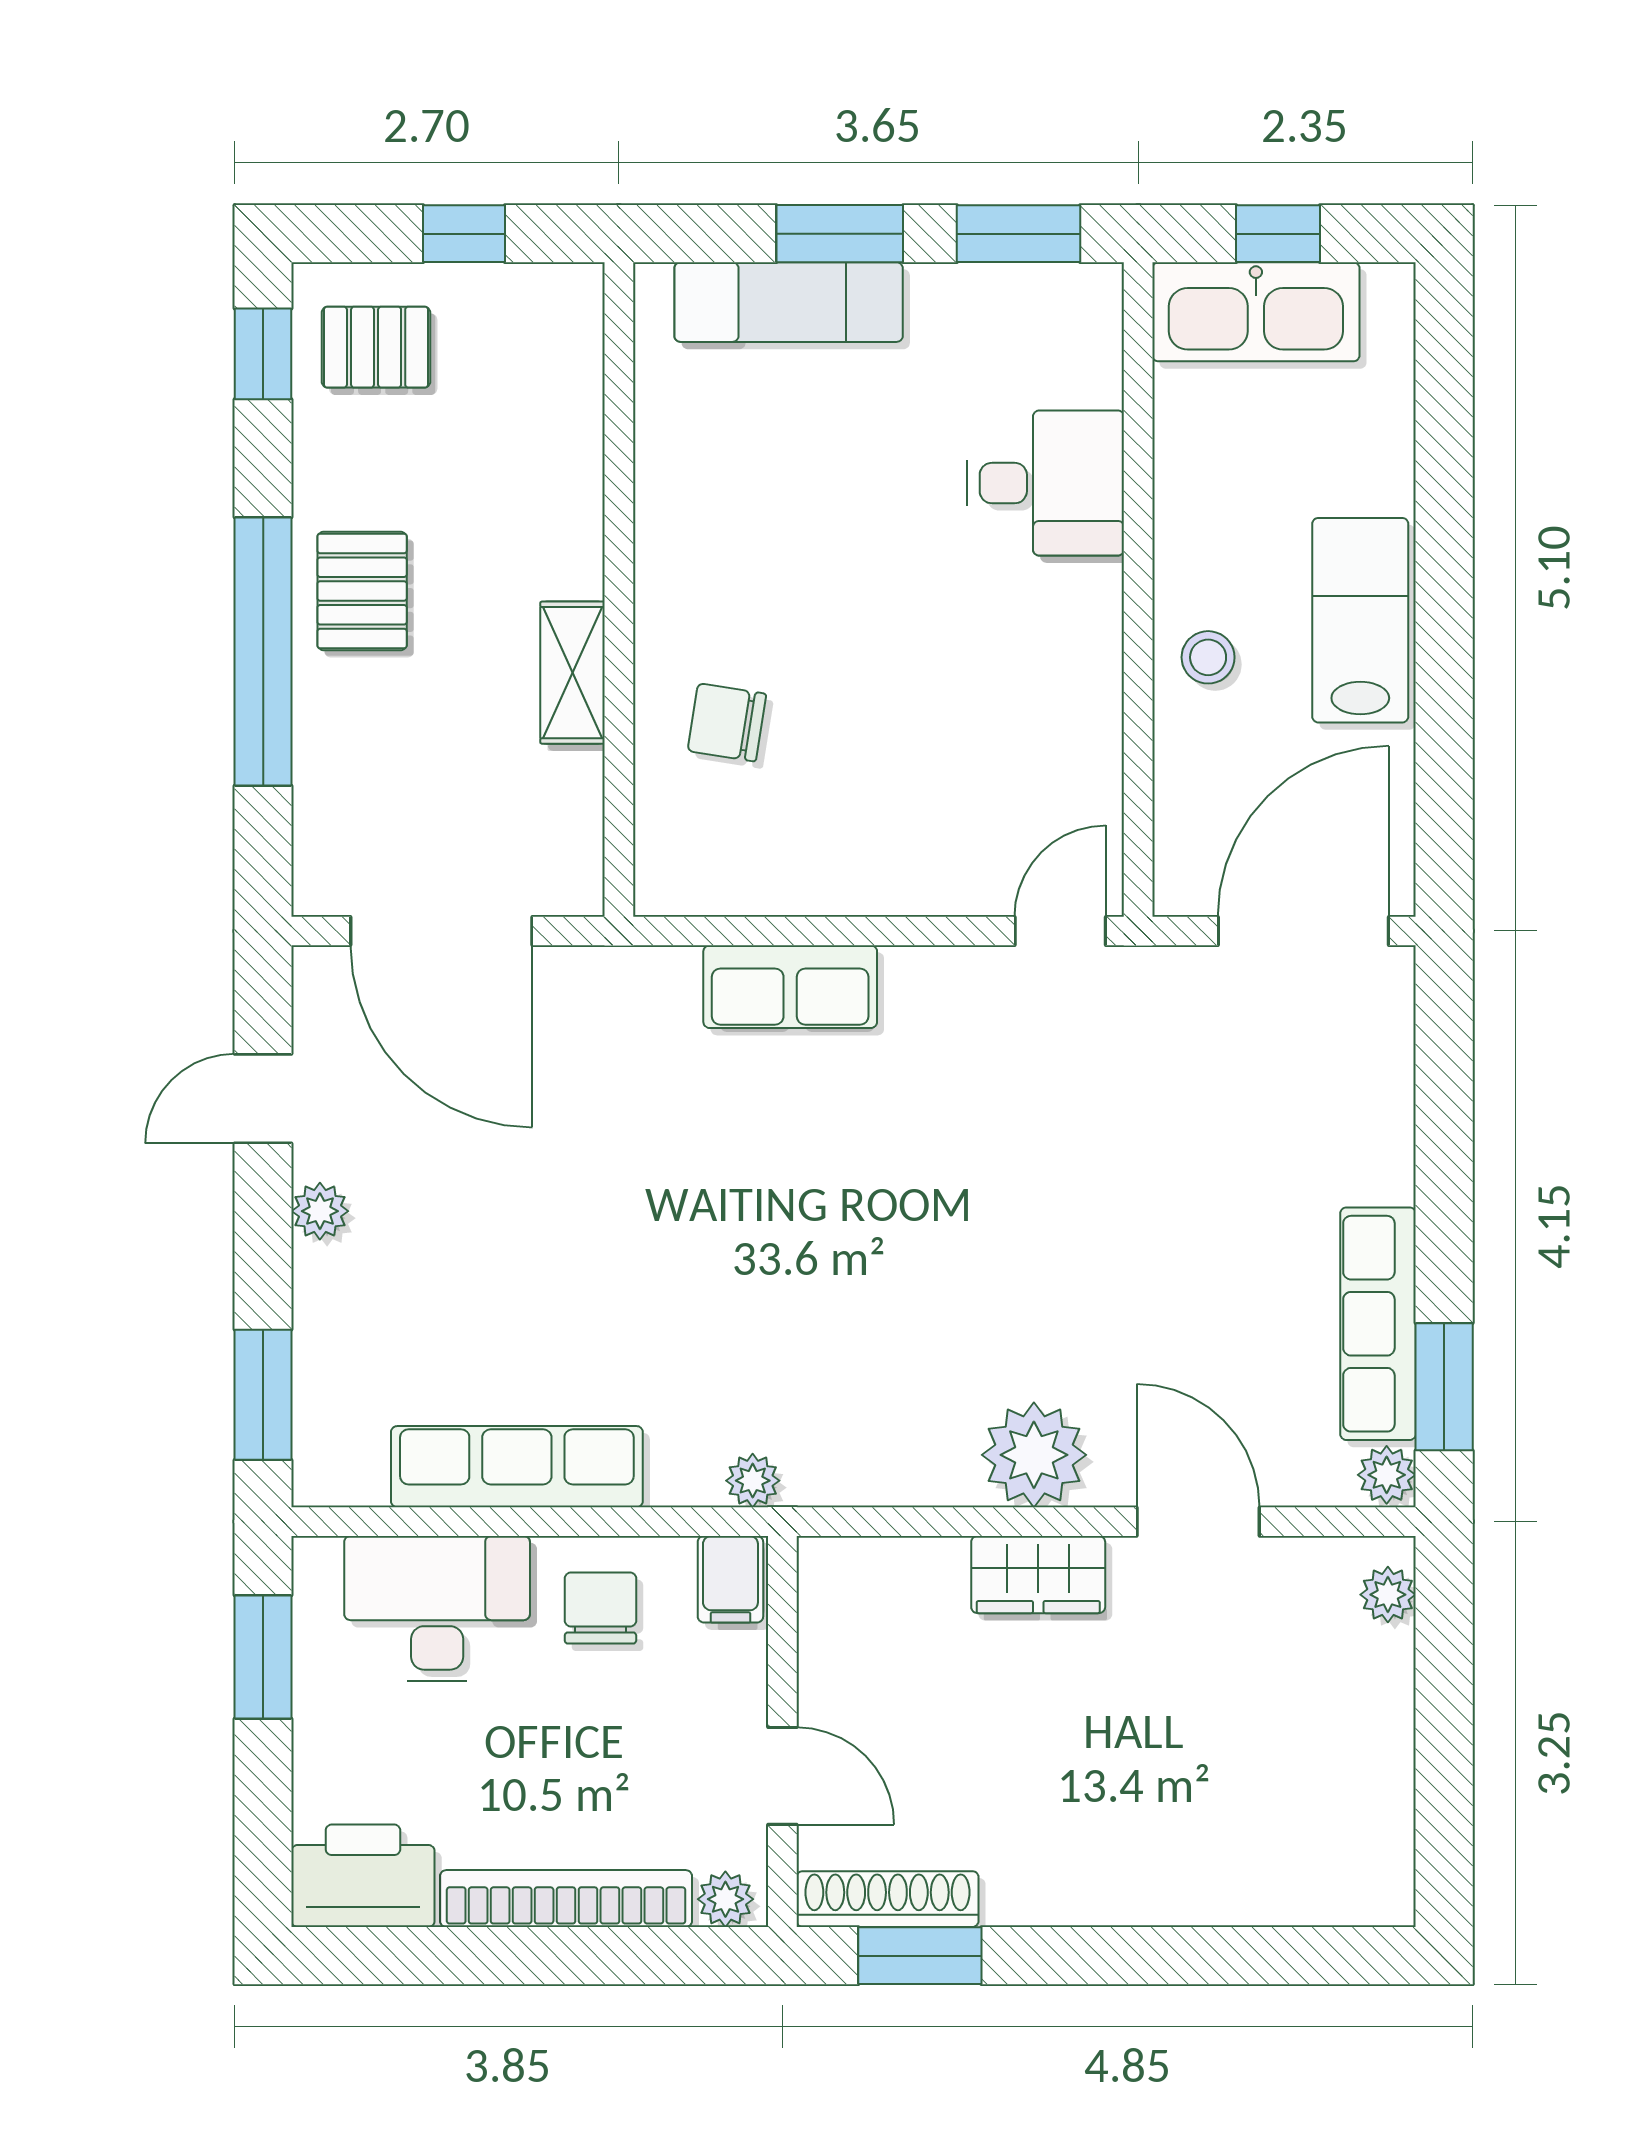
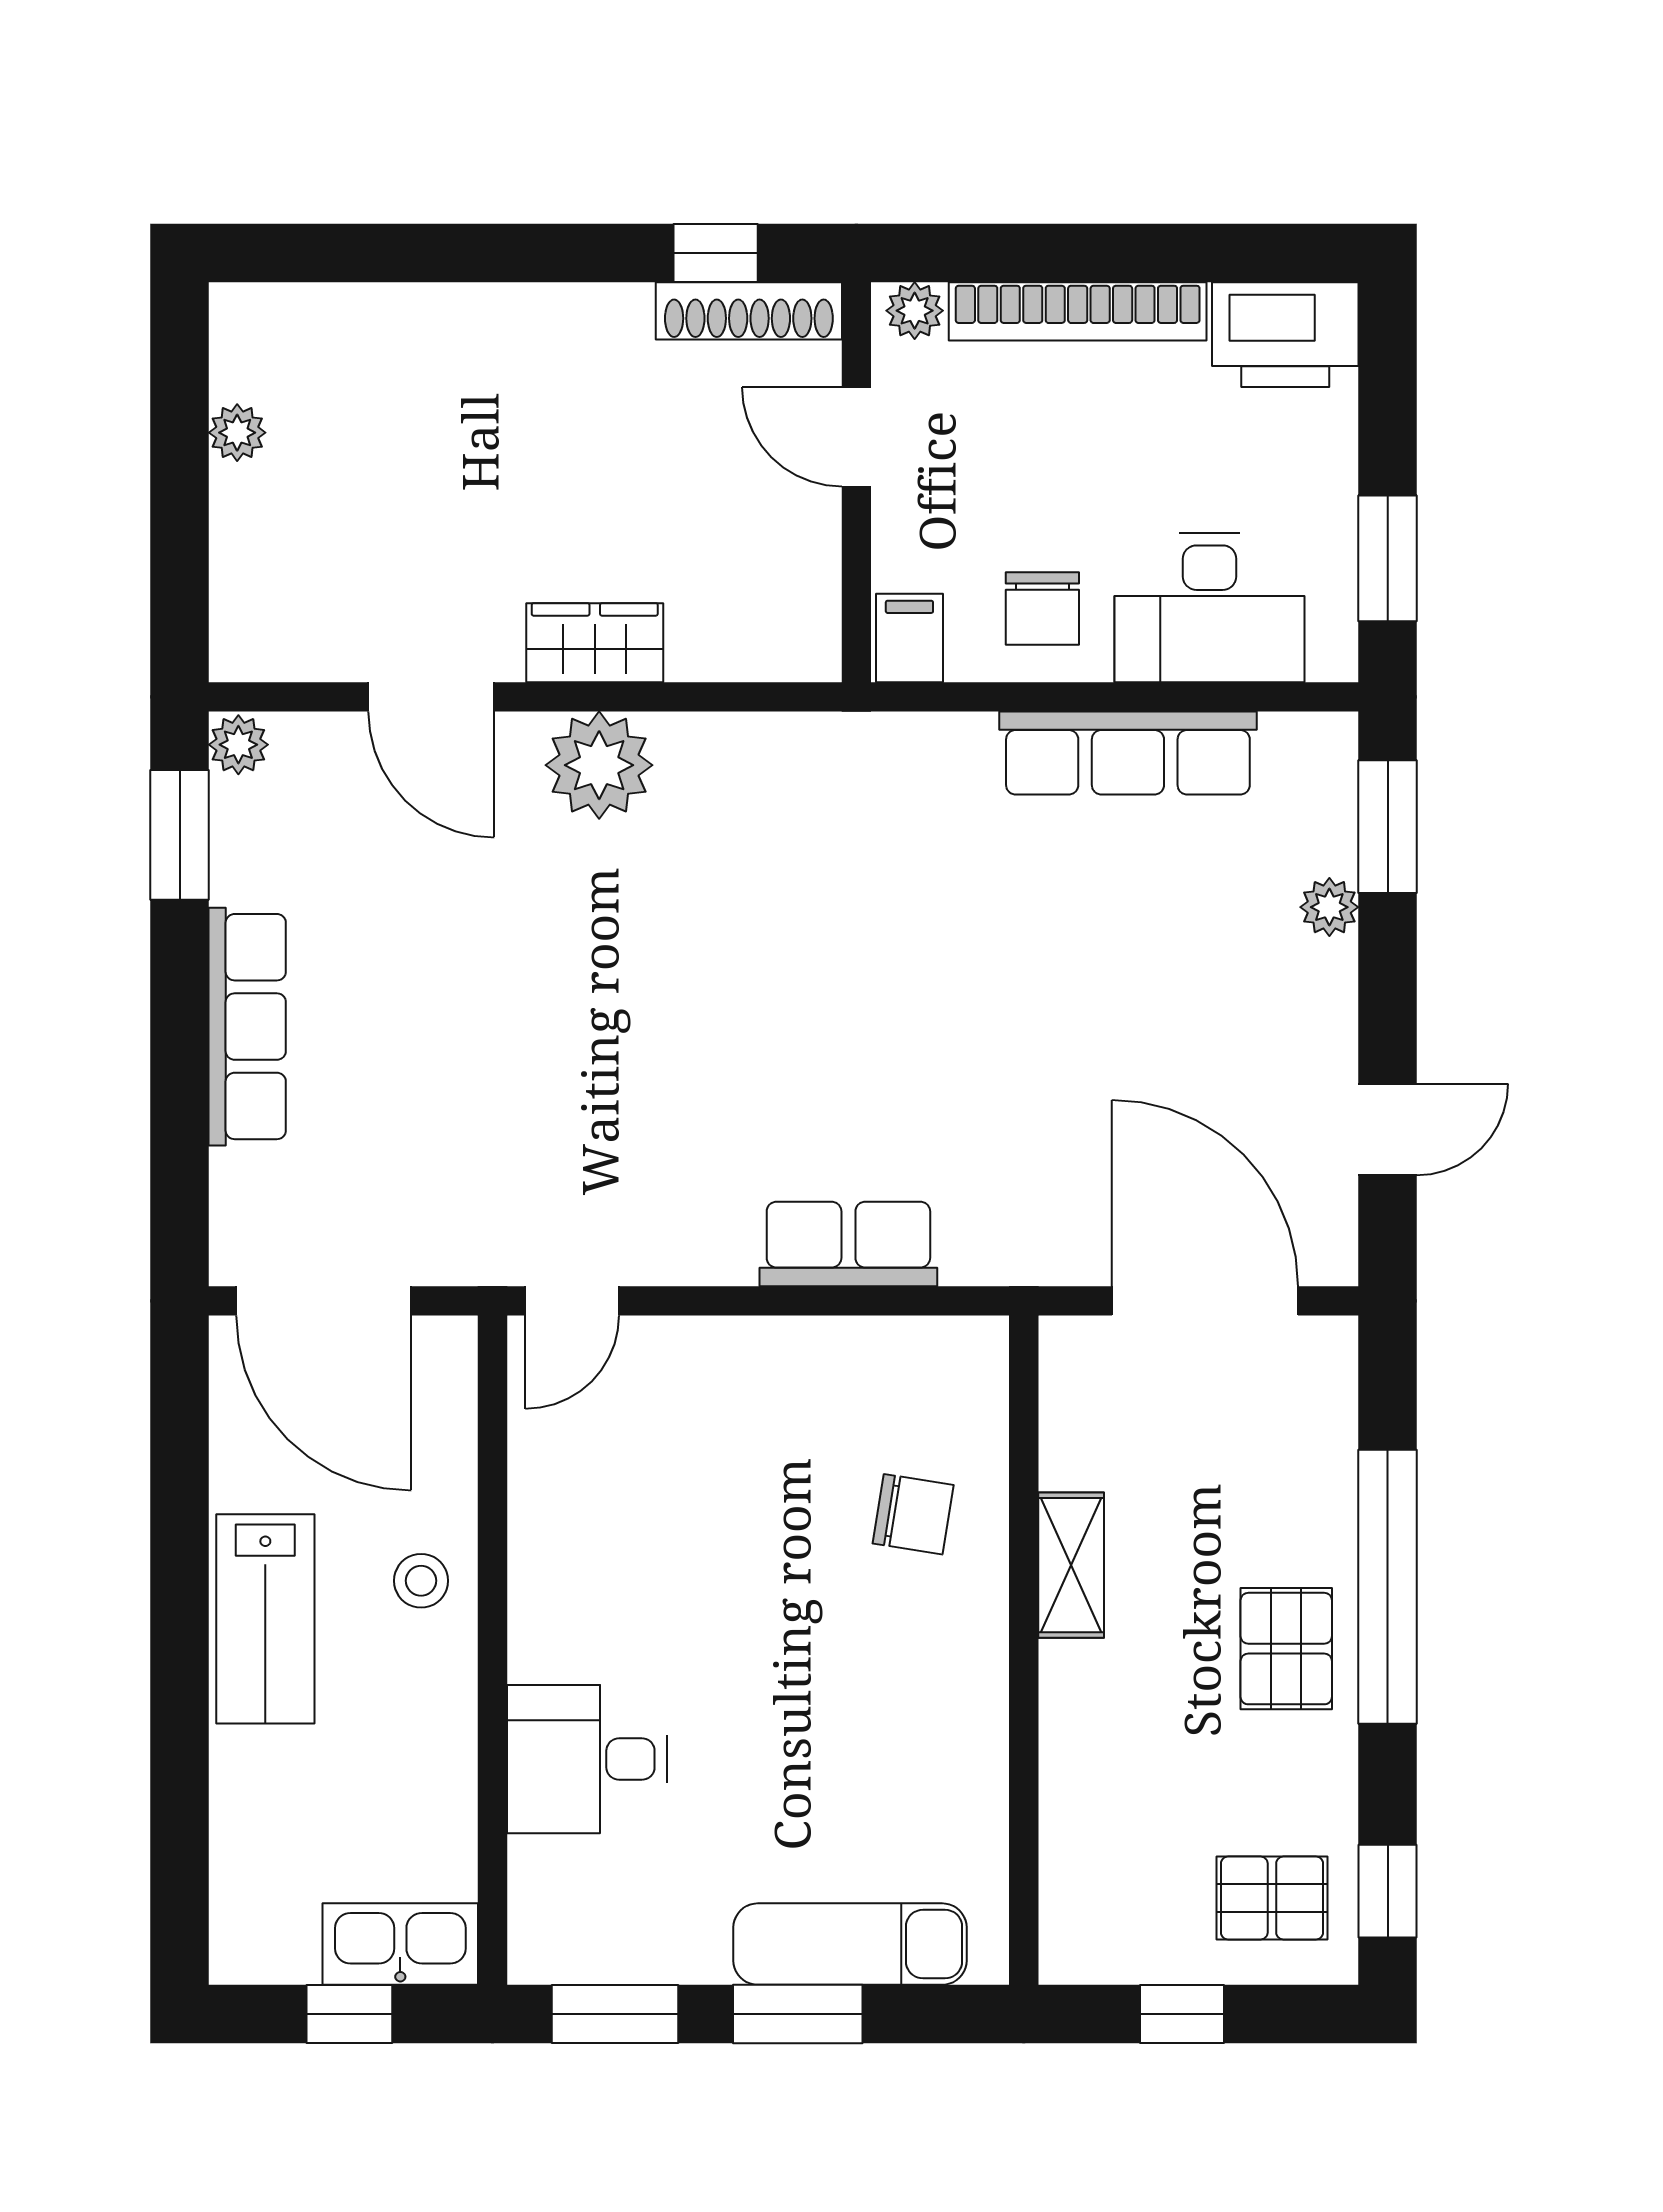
kitchen sink: (1256, 312) -> (400, 1944), width x0.73, depth x0.81
door: (1303, 931) -> (324, 1301), hinge flipped
plant: (320, 1211) -> (1329, 907), moved
row of seats: (1378, 1324) -> (247, 1027), moved
plant: (753, 1481) -> (887, 739), removed
plant: (1388, 1595) -> (237, 433), moved
window: (920, 1956) -> (716, 253), width x0.67

